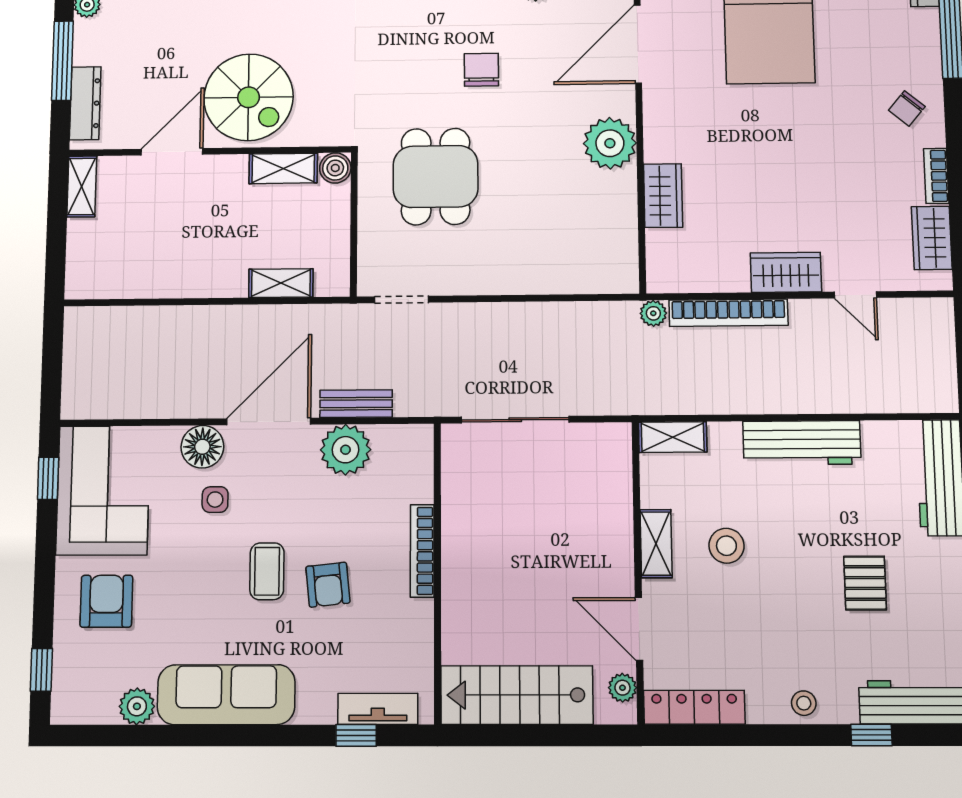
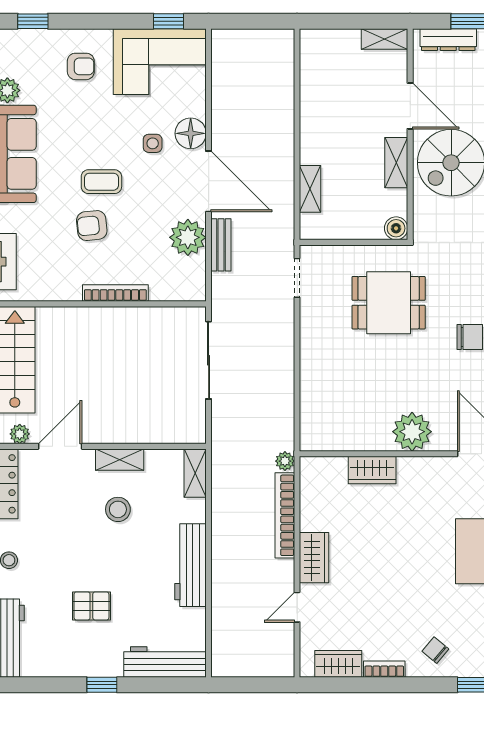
shelving: (283, 168) -> (396, 163), moved
armchair: (106, 601) -> (81, 66), width x0.72, depth x0.72

